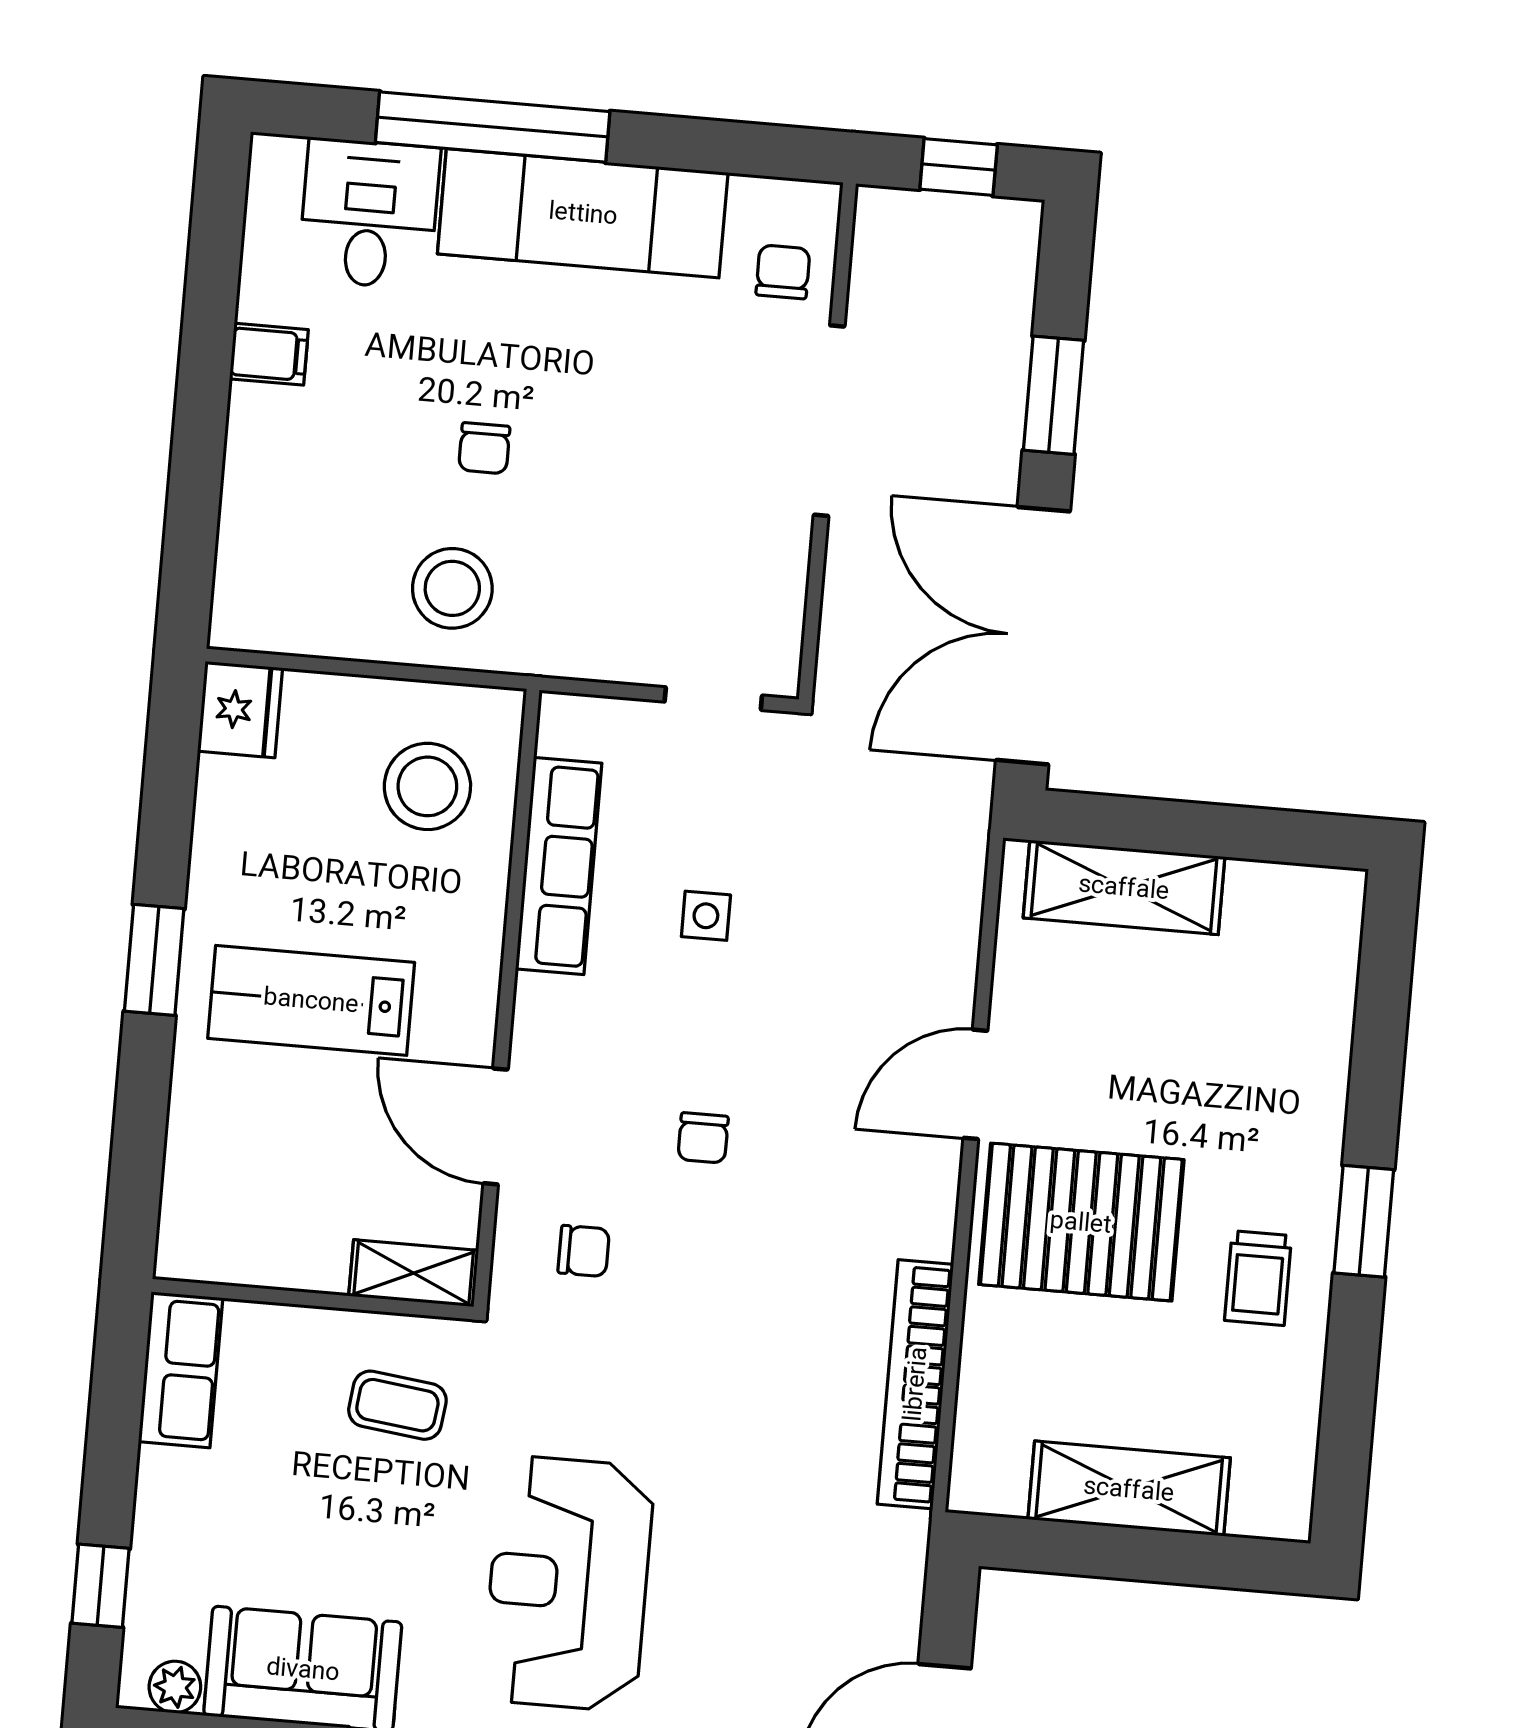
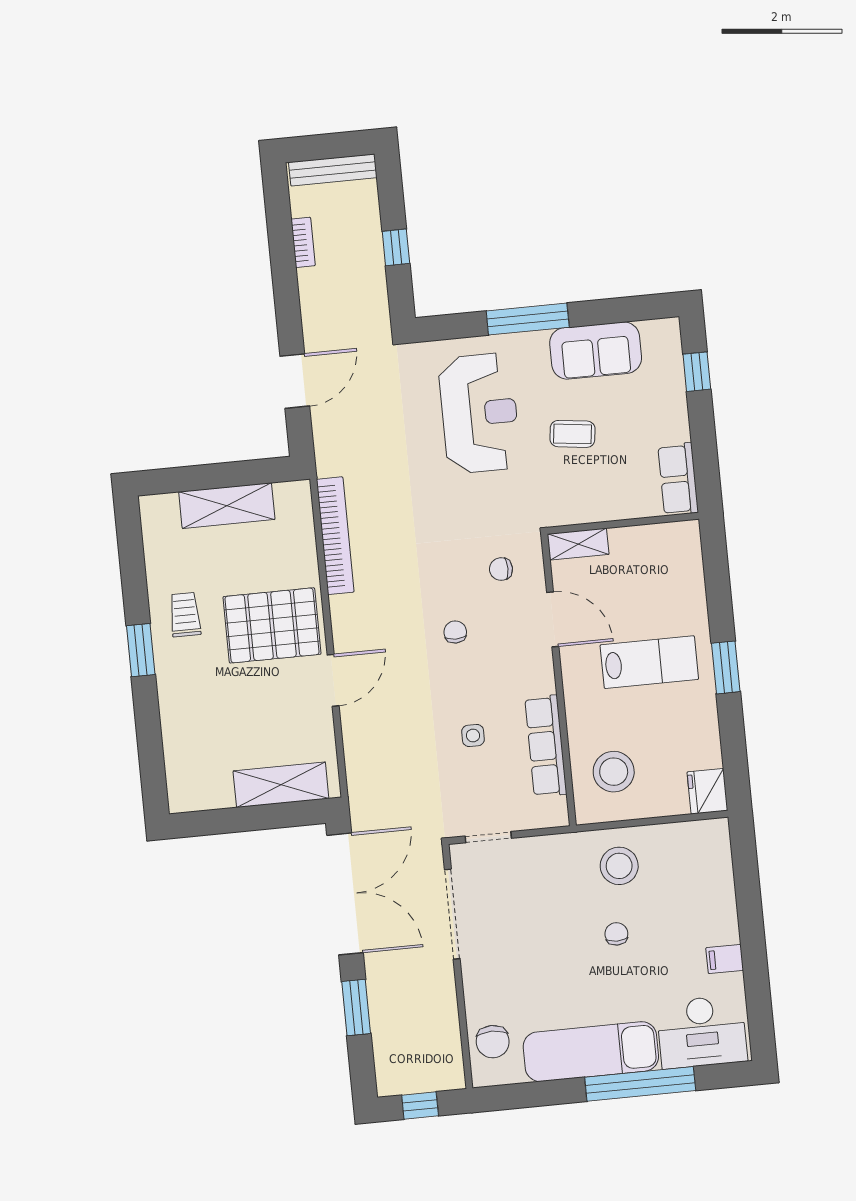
desk: (369, 214) -> (702, 1032), width x1.37
chair: (783, 272) -> (493, 1042), width x1.37, depth x1.37
doorway: (829, 421) -> (452, 914), moved
coffee table: (397, 1405) -> (572, 434), moved
plant: (175, 1687) -> (653, 331), removed

